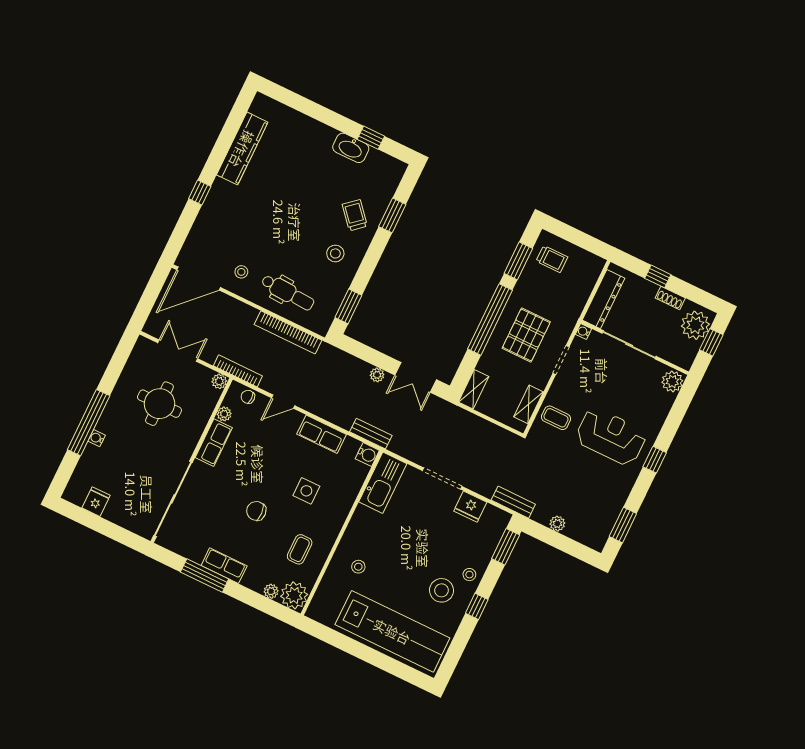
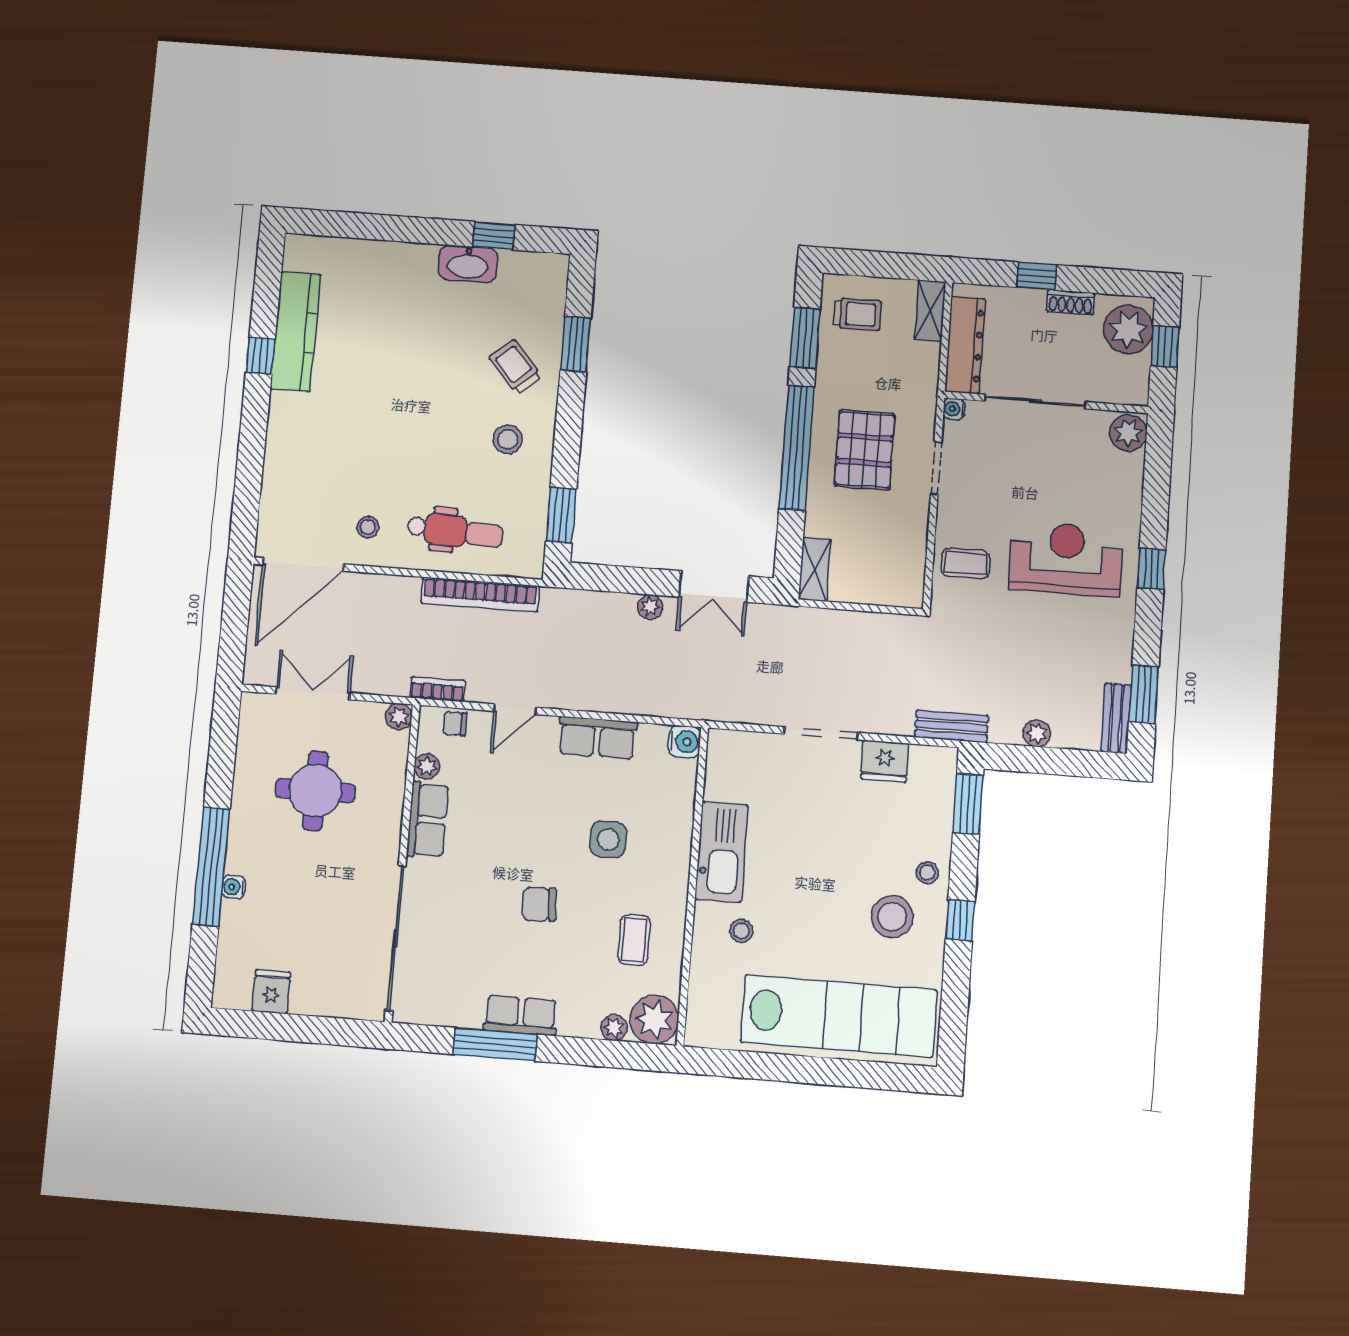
window: (200, 193) -> (260, 356), moved
bookcase: (238, 371) -> (438, 689), width x0.64
shelving: (529, 404) -> (930, 311), moved
bench: (371, 434) -> (1116, 718), moved, turned 90
kitchen sink: (383, 483) -> (722, 852), moved

